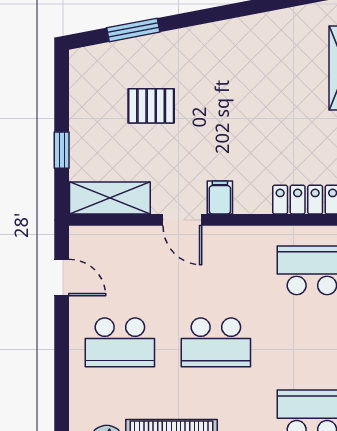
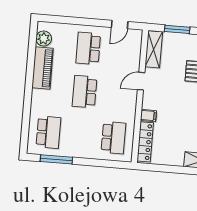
window: (62, 150) -> (177, 29), width x1.50
filing cabinet: (220, 197) -> (148, 116), moved

